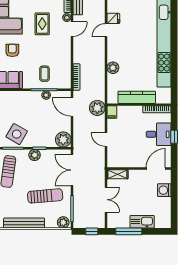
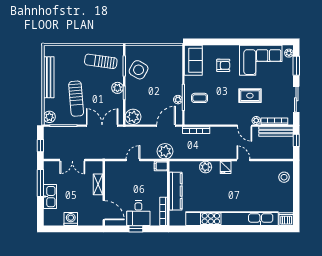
fridge: (113, 18) -> (226, 167), moved
shelving: (117, 174) -> (98, 184), moved
washing machine: (164, 190) -> (71, 219), moved

